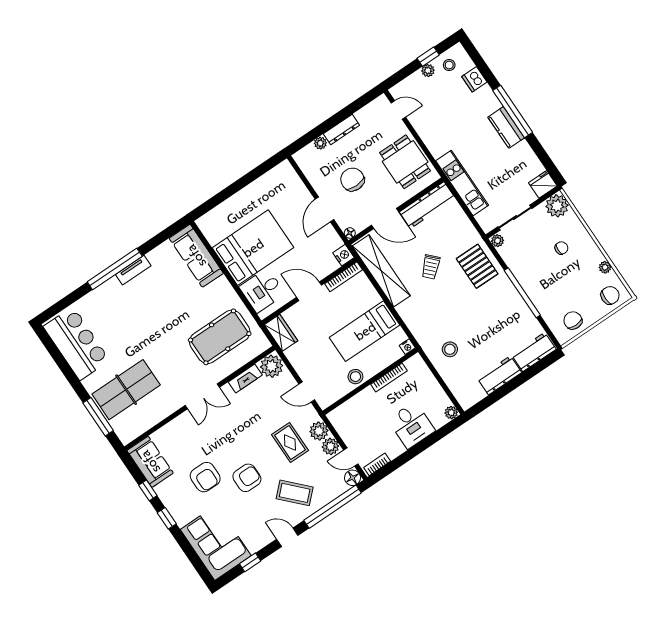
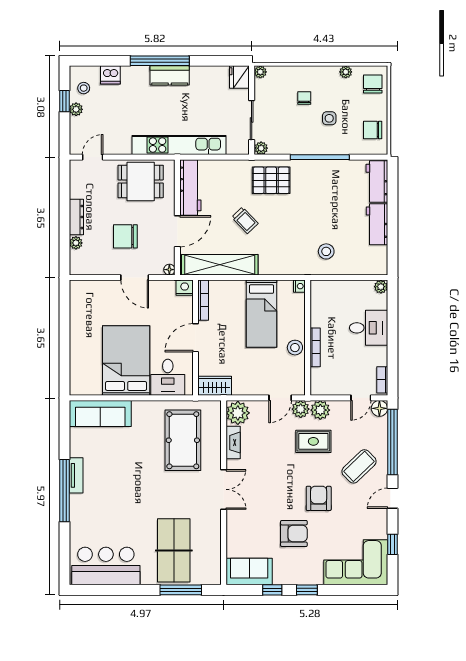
kitchen unit: (462, 183) -> (179, 145), width x1.36
plant: (557, 206) -> (260, 72), width x0.53, depth x0.53
side table: (559, 279) -> (329, 118), added
bookcase: (389, 377) -> (315, 347), moved
plant: (330, 446) -> (301, 409), moved

